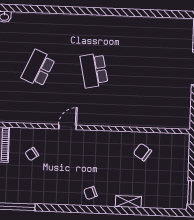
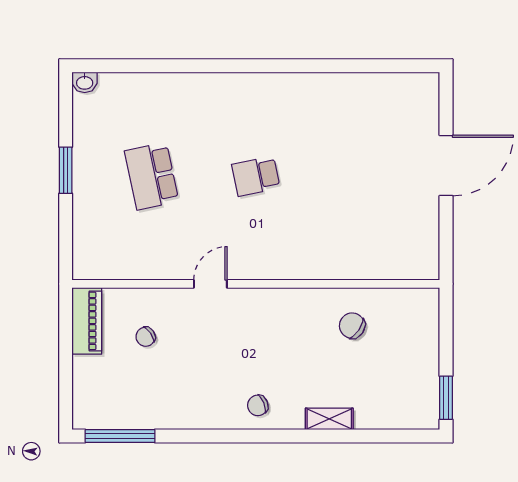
school desk: (38, 68) -> (152, 176), turned -36
school desk: (94, 70) -> (256, 176), width x0.54

